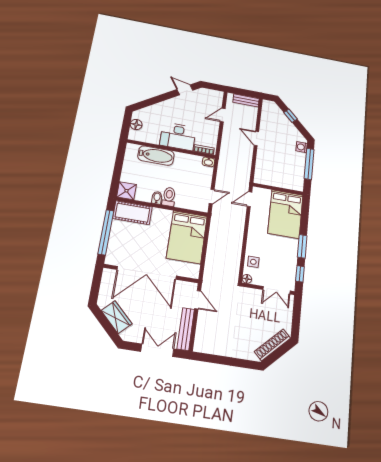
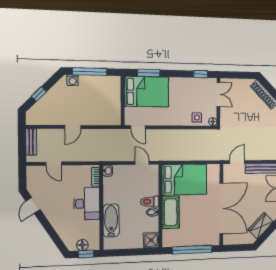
window: (126, 126) -> (86, 254), added
cot: (133, 213) -> (171, 212), moved
window: (302, 246) -> (149, 73), moved

